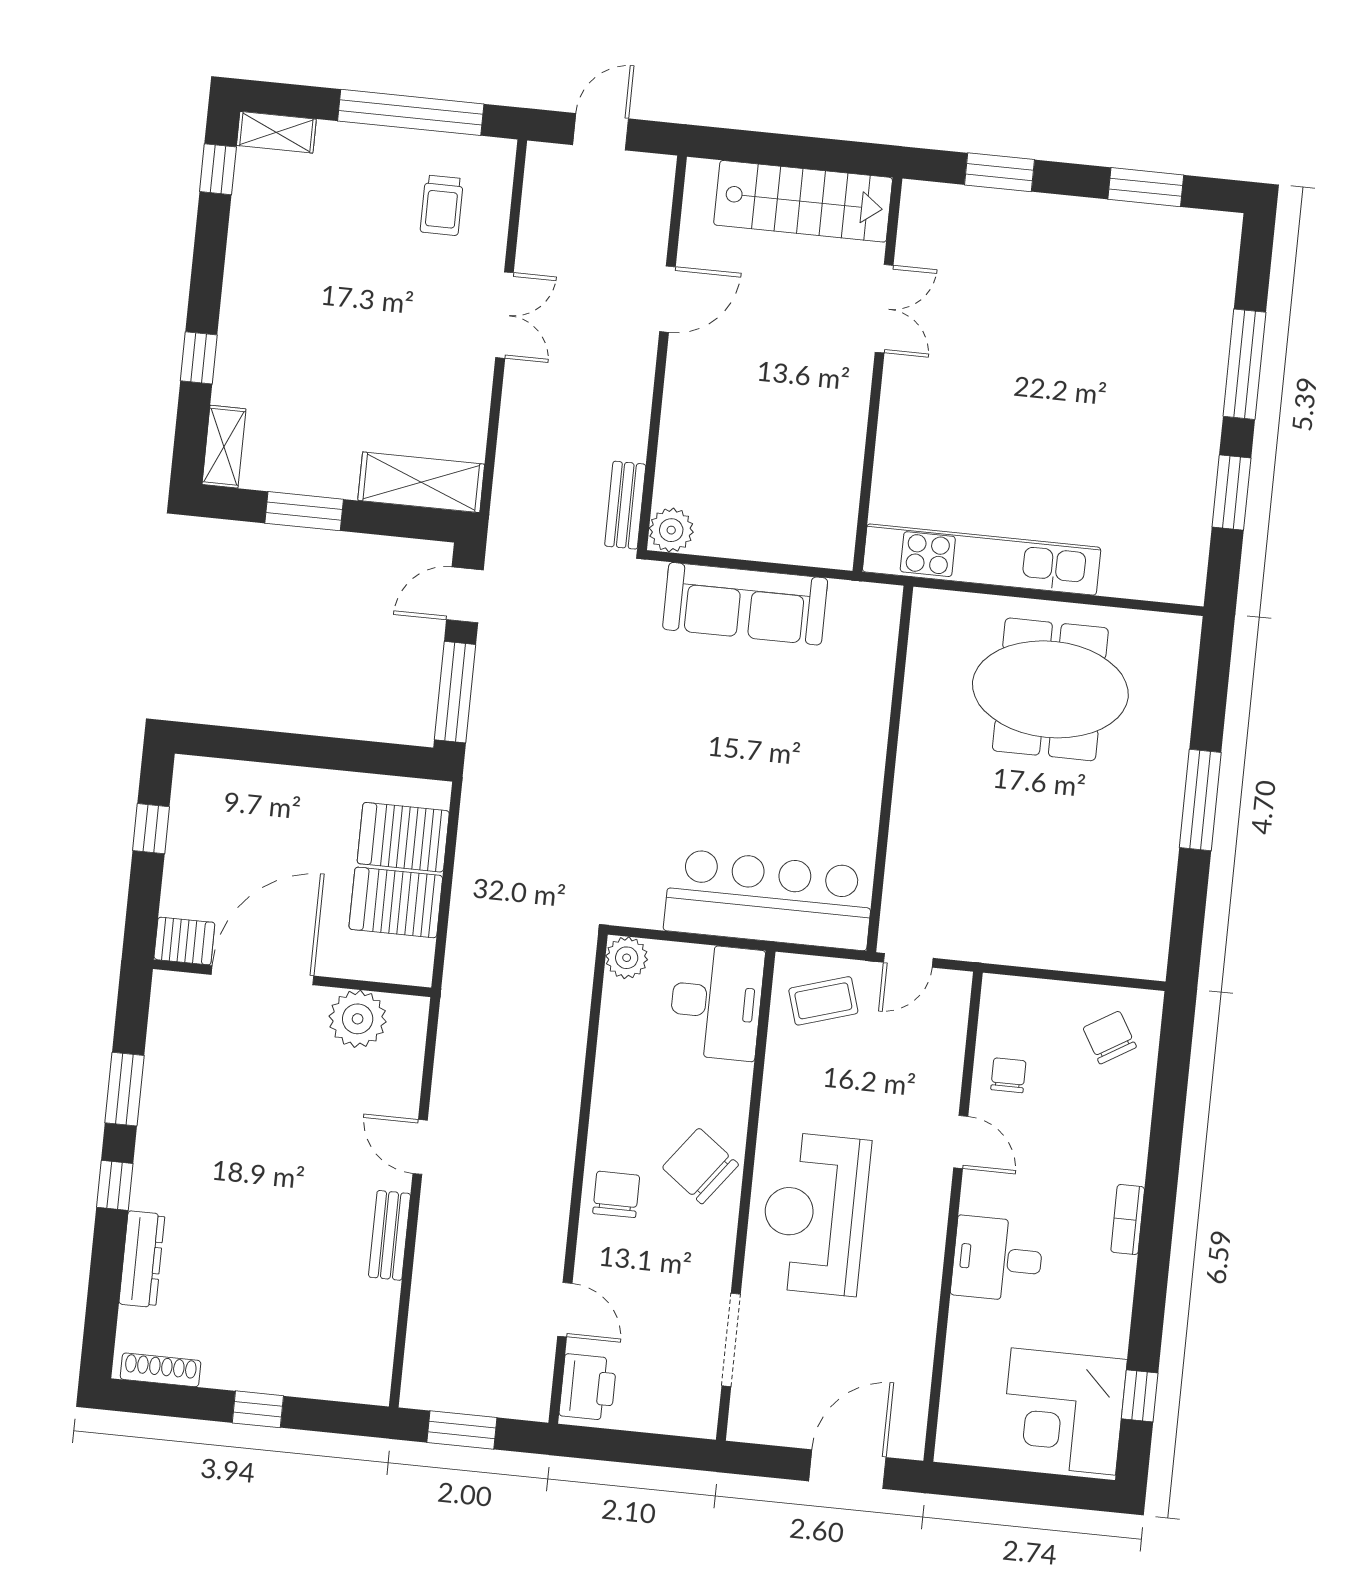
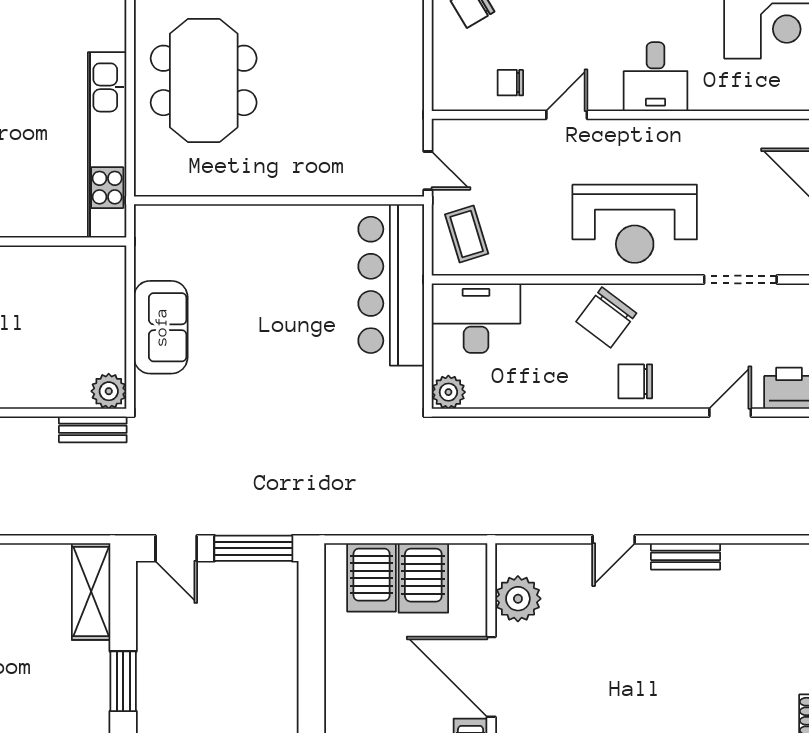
sofa: (745, 604) -> (161, 327), width x0.73

